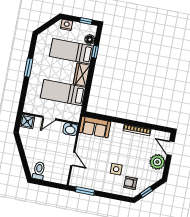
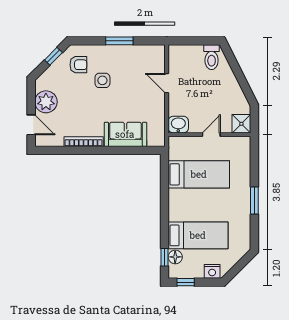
window: (95, 52) -> (164, 257), moved
wardrobe: (81, 75) -> (177, 205), removed
sofa: (95, 127) -> (125, 134), moved
window: (85, 191) -> (119, 41), moved

